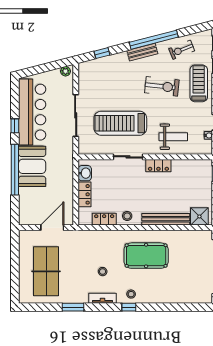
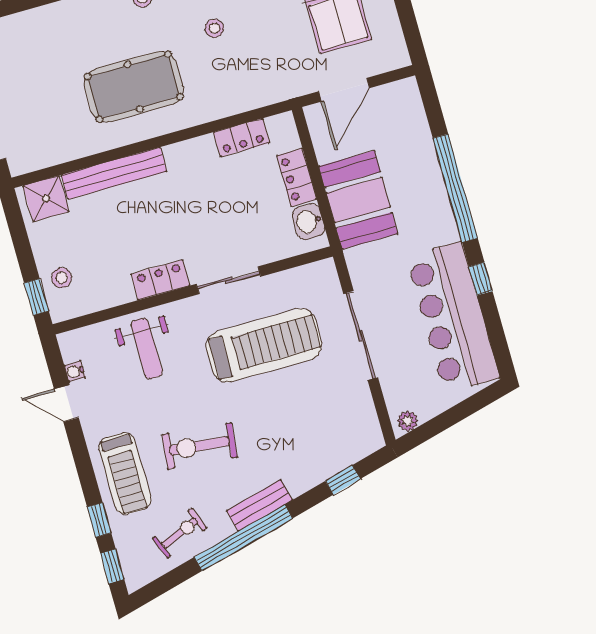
weight bench: (173, 137) -> (147, 348), turned -90
booth: (32, 166) -> (358, 200), moved
stool: (127, 216) -> (62, 278), moved

